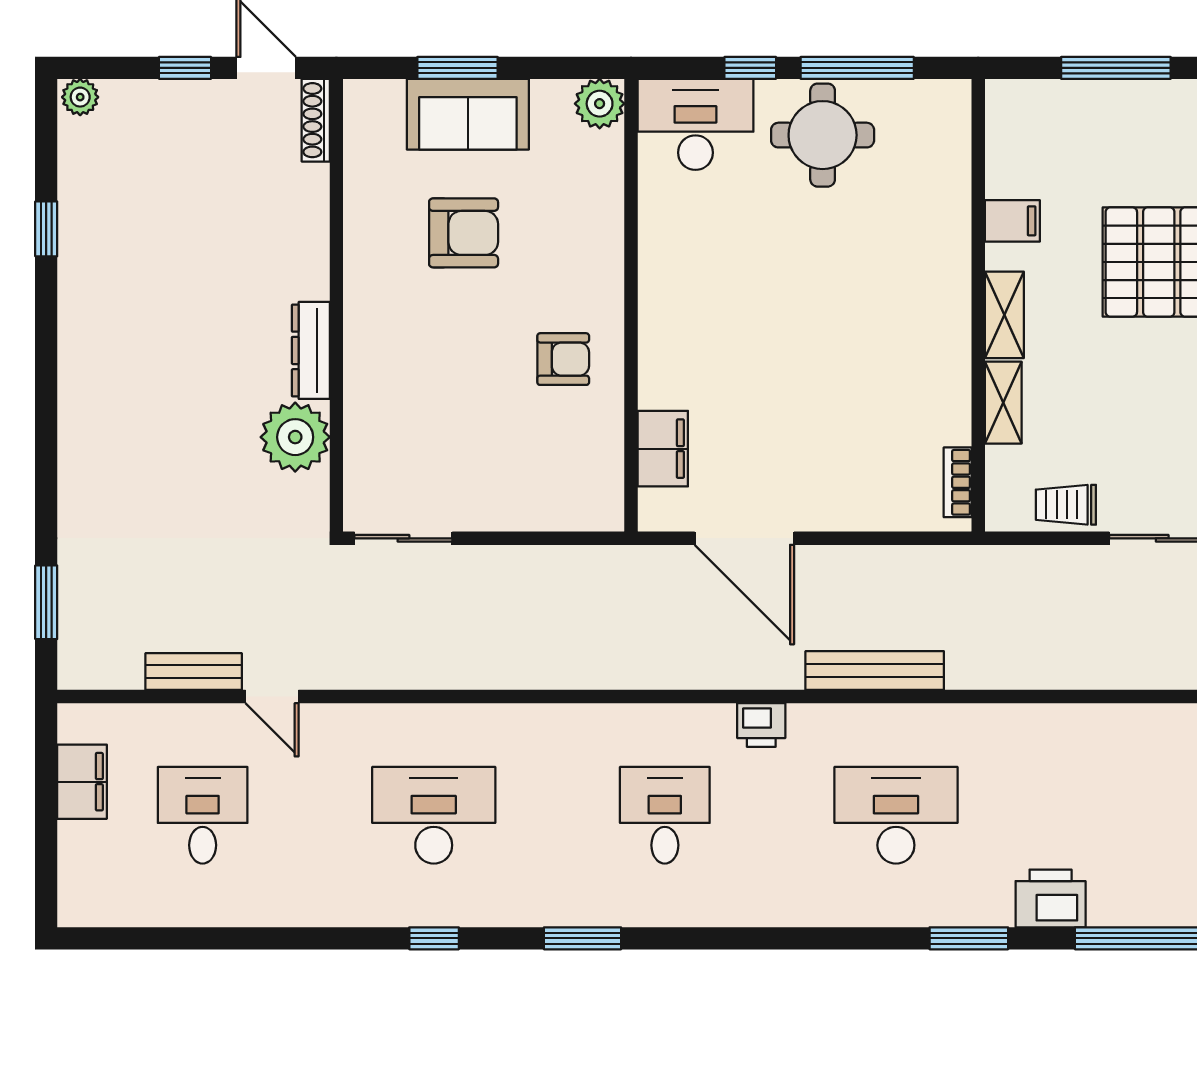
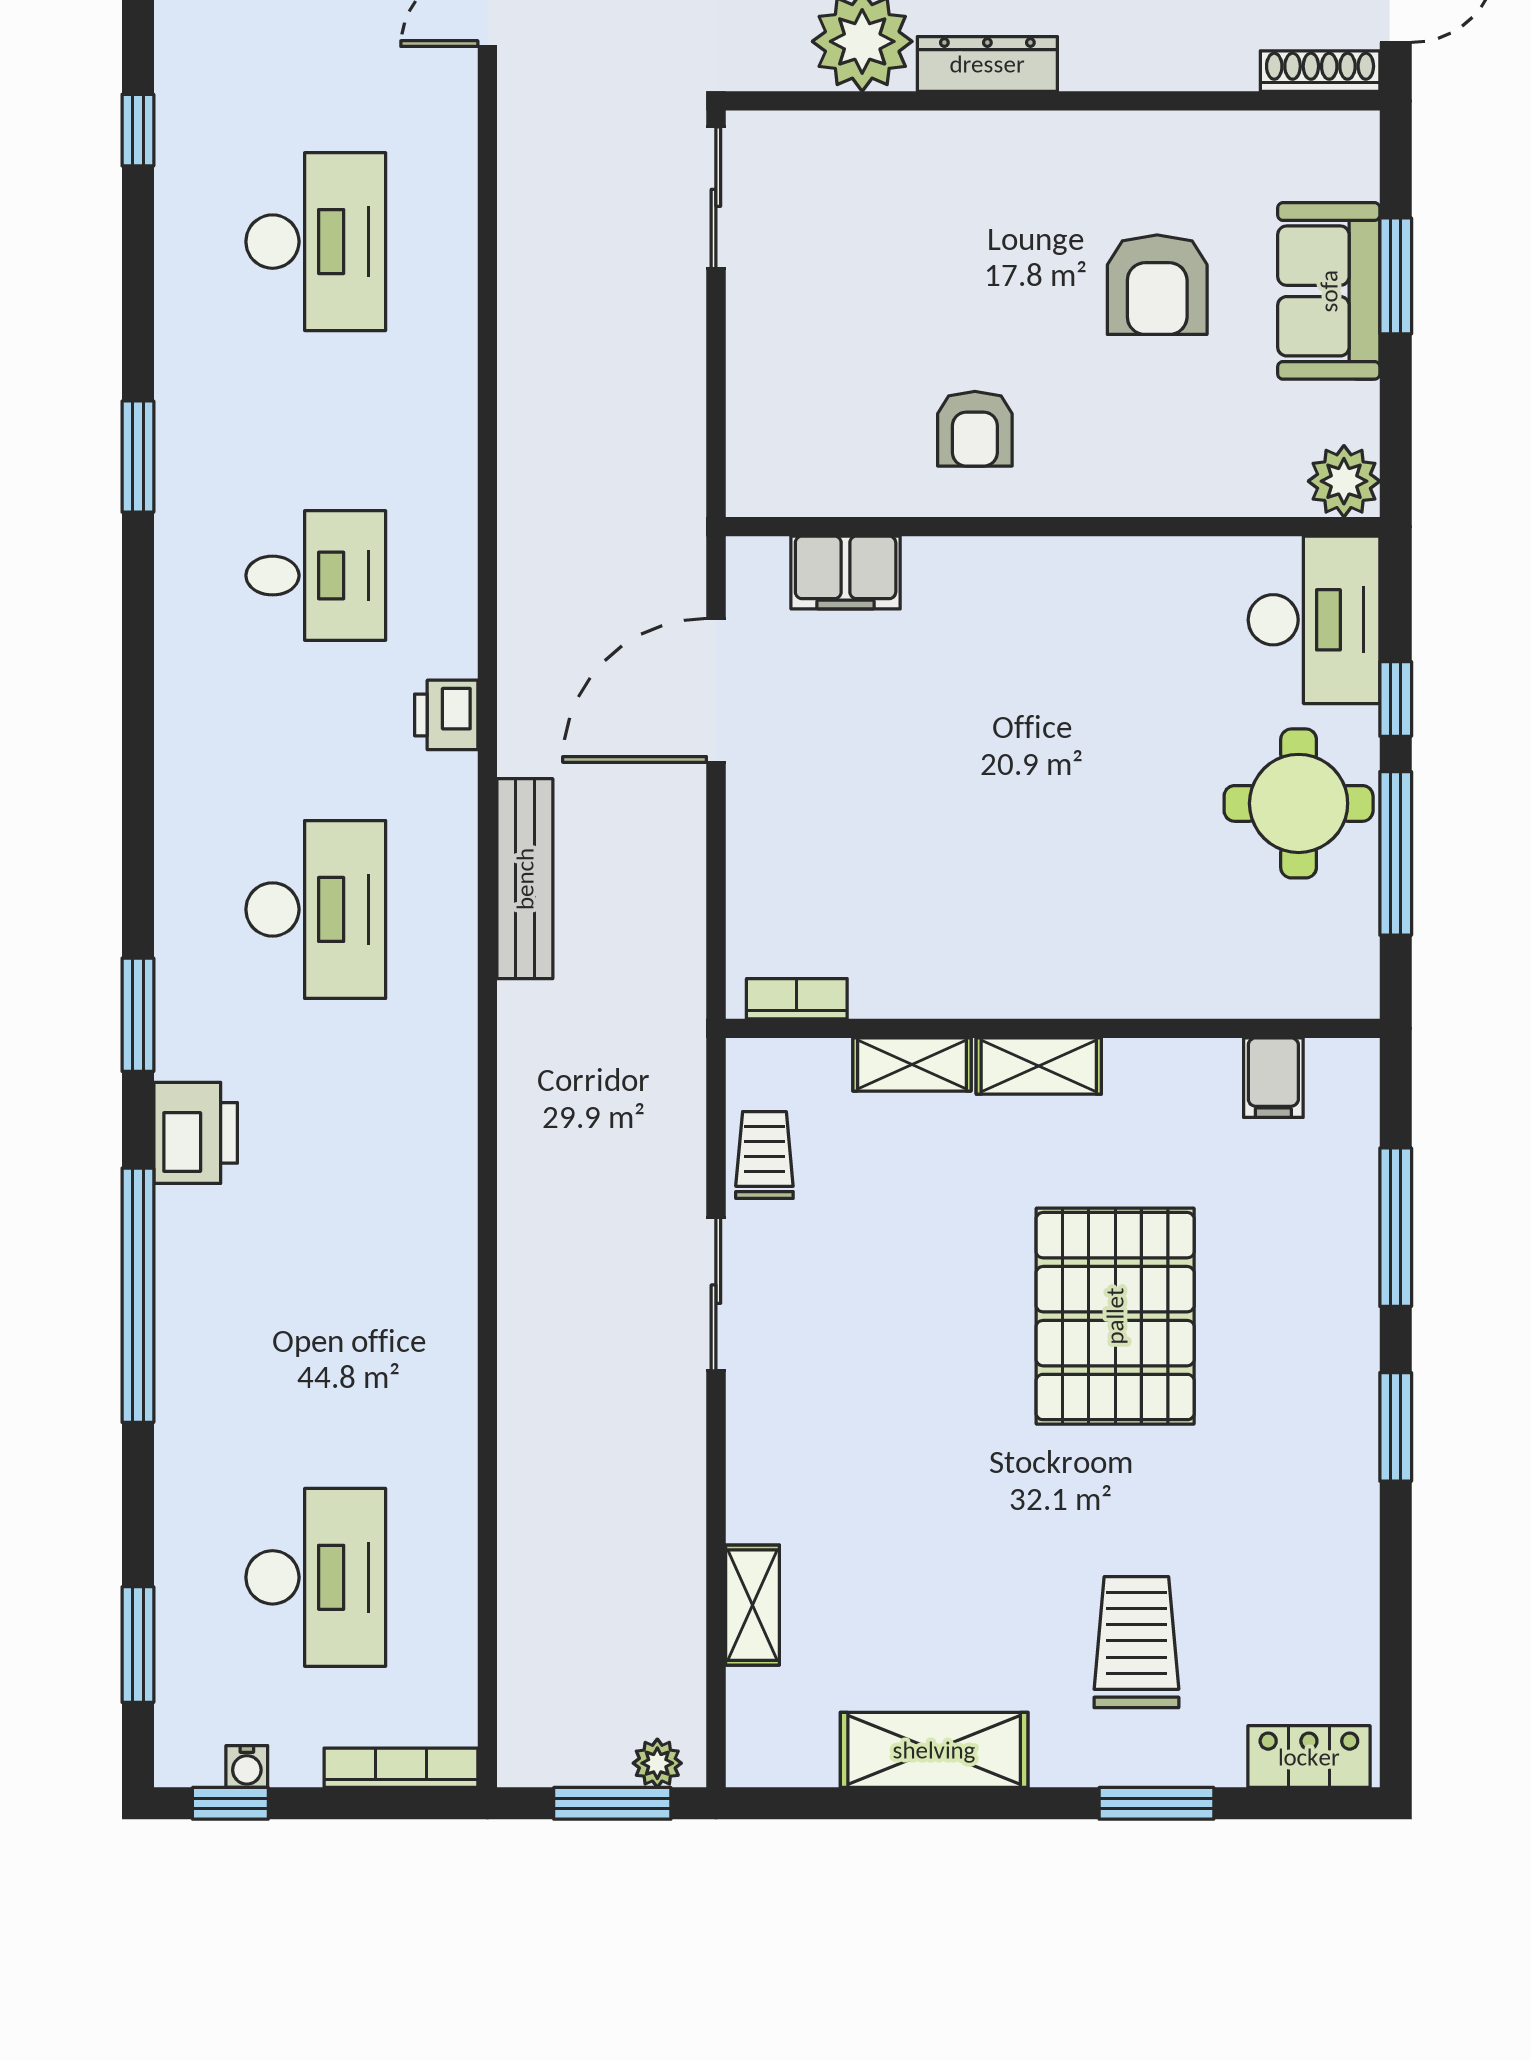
filing cabinet: (1012, 221) -> (1273, 1078), moved
window: (434, 938) -> (138, 130), moved

